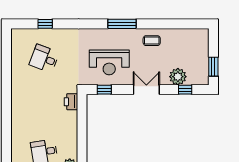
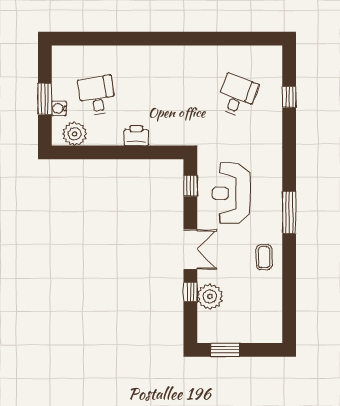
window: (185, 90) -> (190, 292), moved
printer: (71, 102) -> (136, 136), moved

